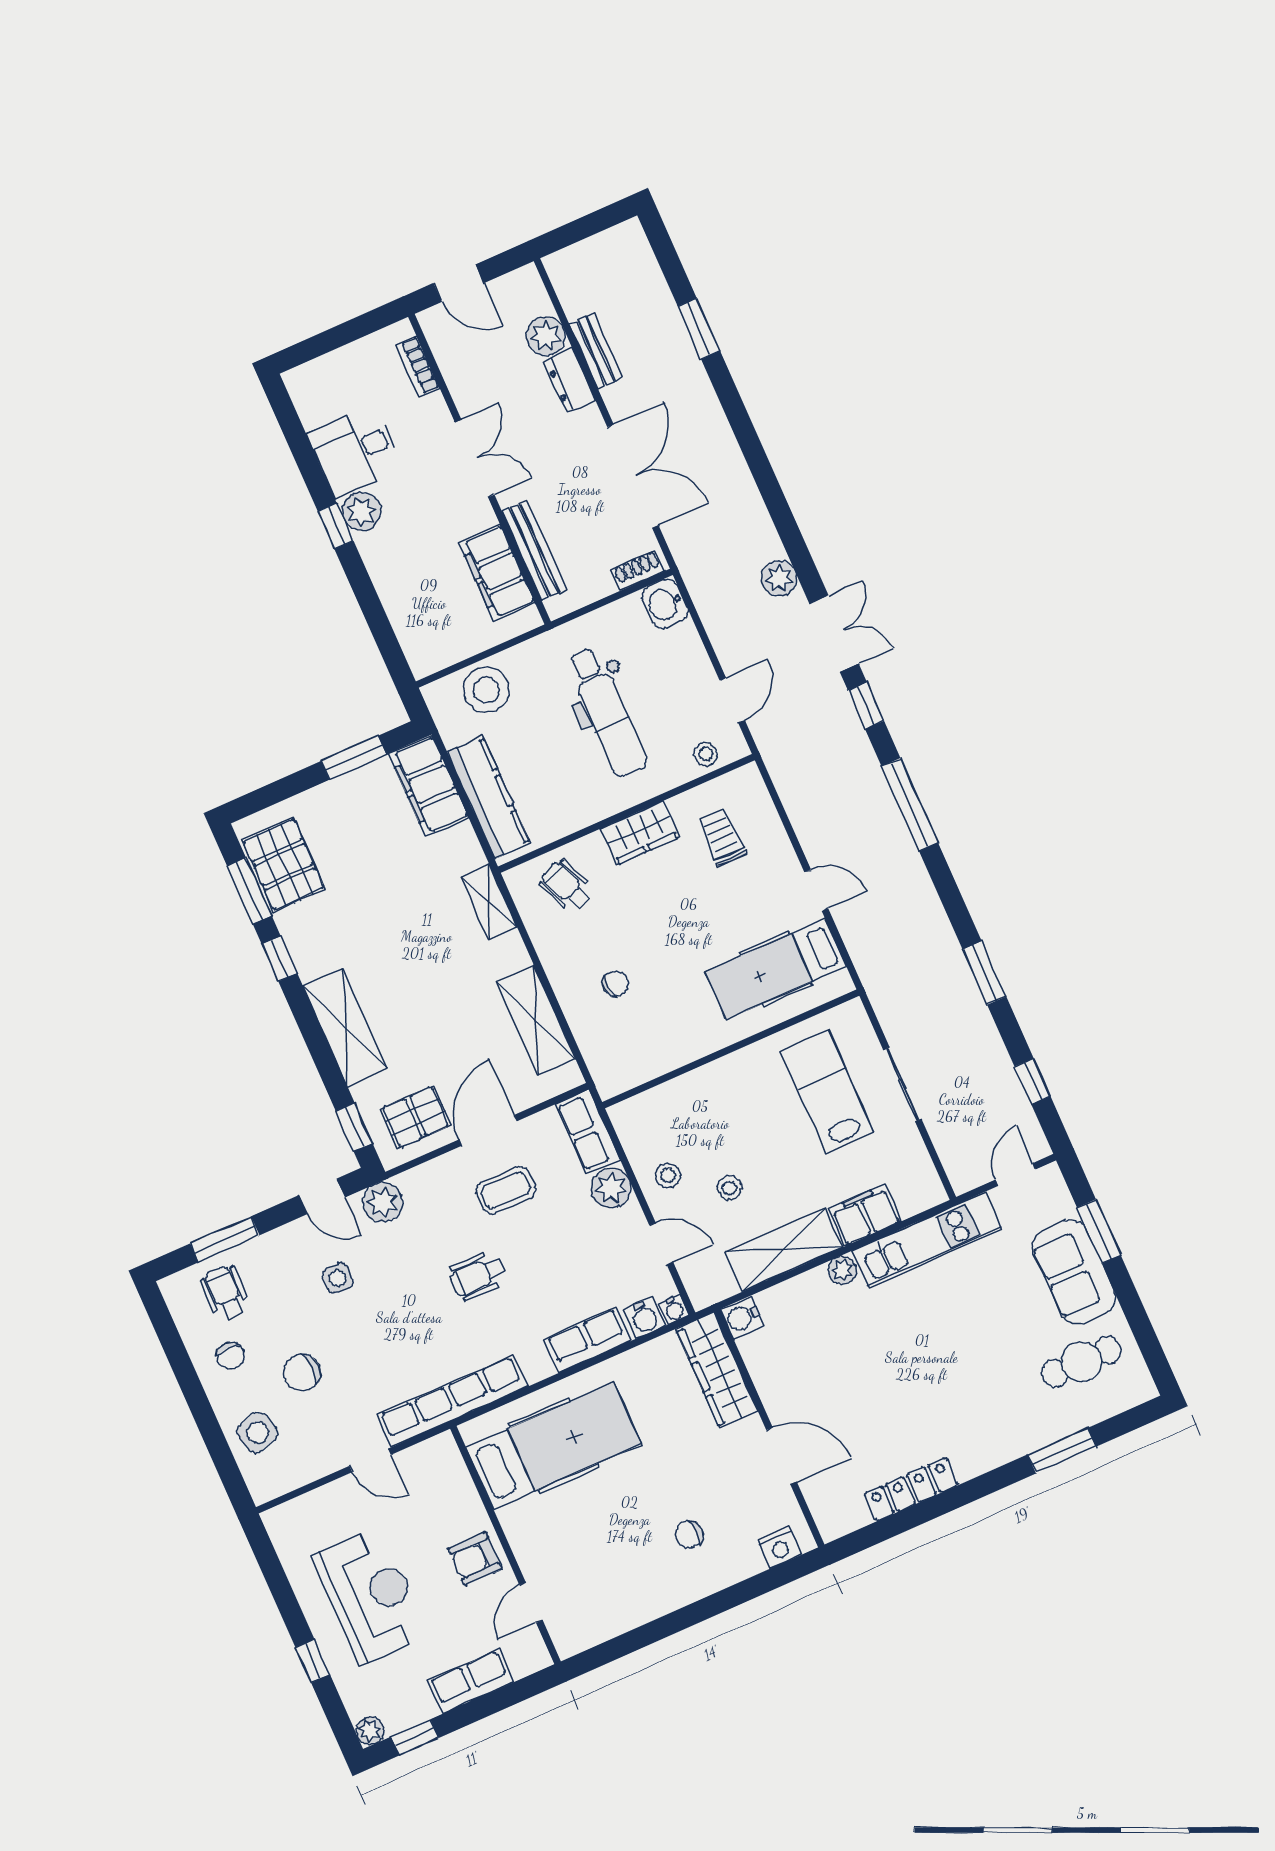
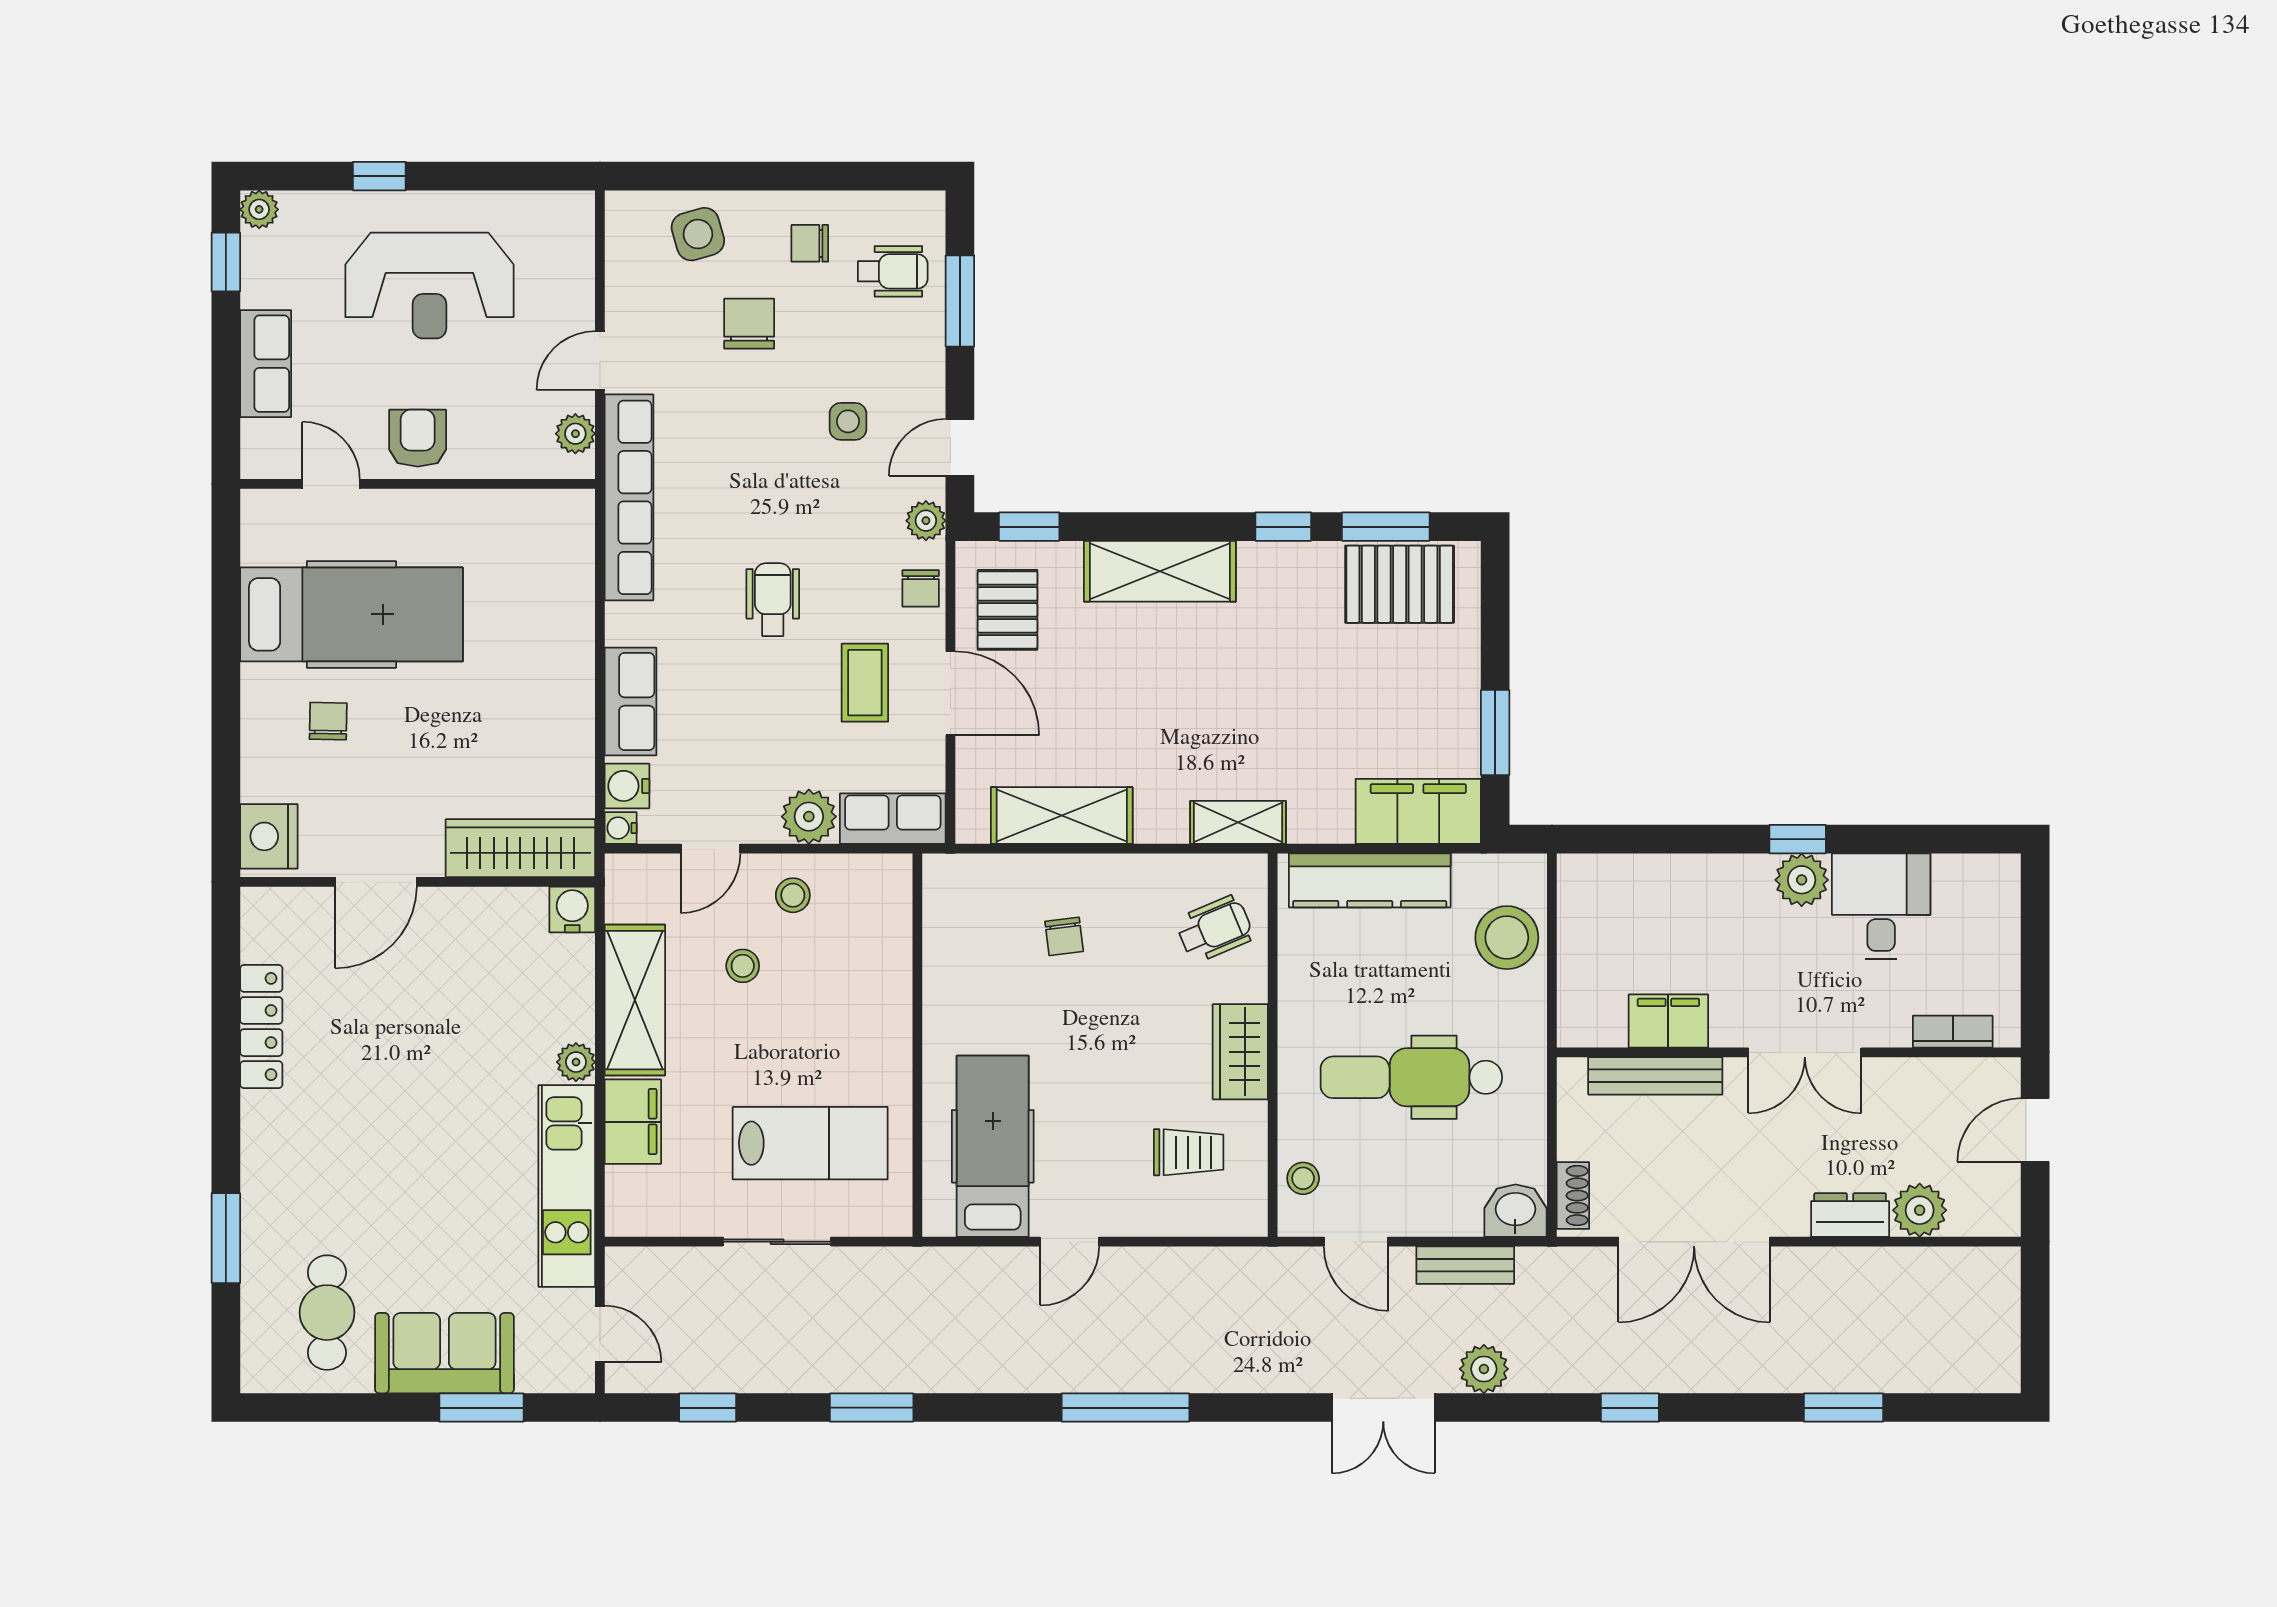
bench: (596, 351) -> (1465, 1265), moved
filing cabinet: (497, 573) -> (1668, 1021), width x0.67, depth x0.86
window: (866, 706) -> (1630, 1408), moved
chair: (427, 1181) -> (921, 588), added
plant: (383, 1202) -> (926, 521), width x0.73, depth x0.73
hospital bed: (554, 1446) -> (351, 614), moved, turned -90
plant: (426, 1455) -> (575, 434), added
nightstand: (779, 1547) -> (269, 836), width x1.36, depth x1.33

